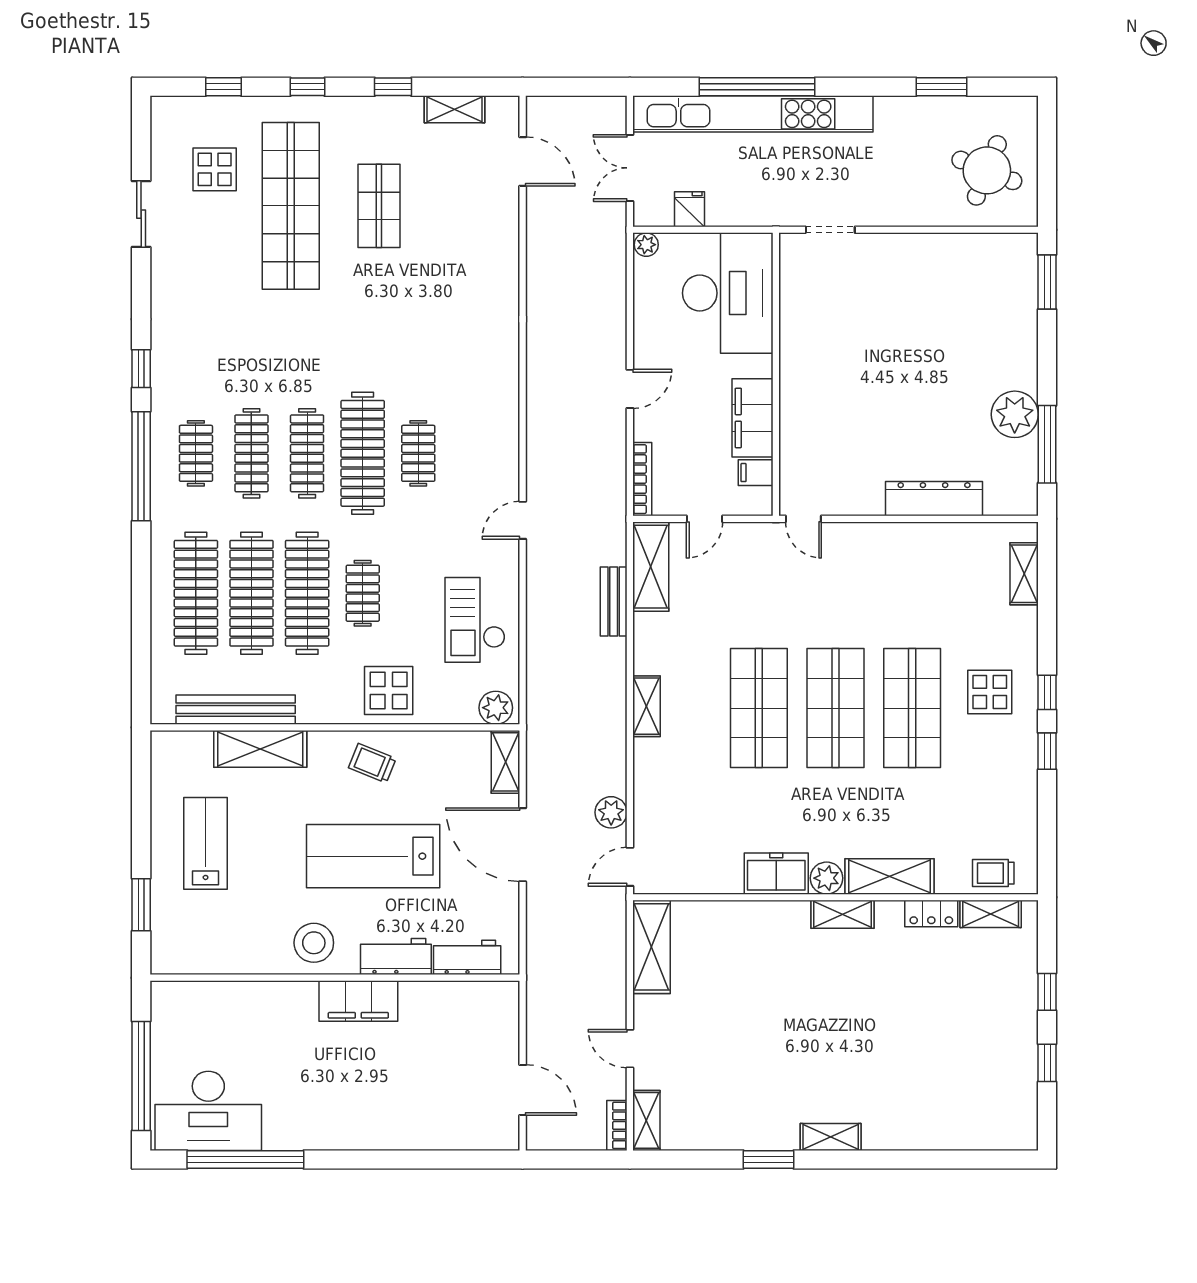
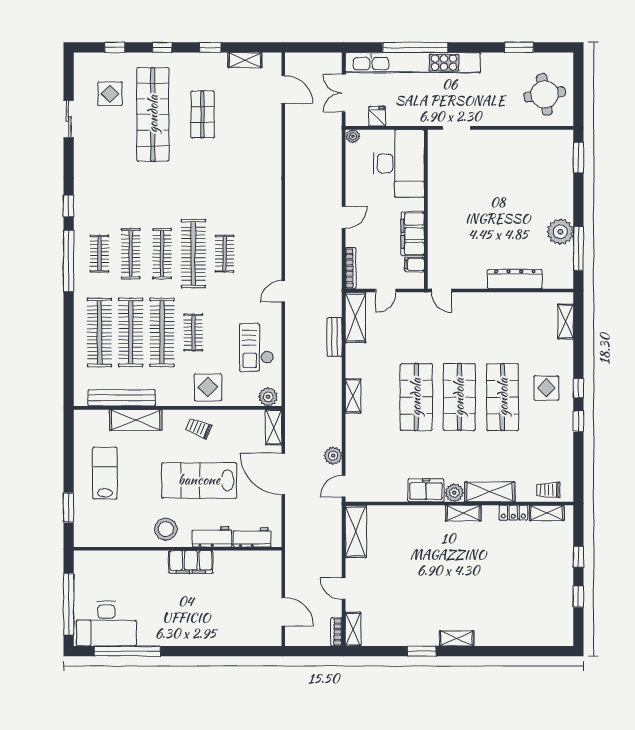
round table: (987, 170) -> (545, 94), turned -31

